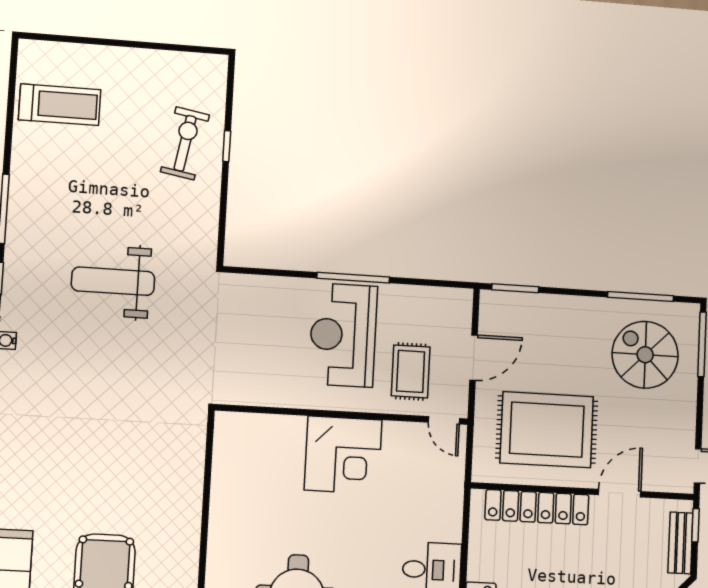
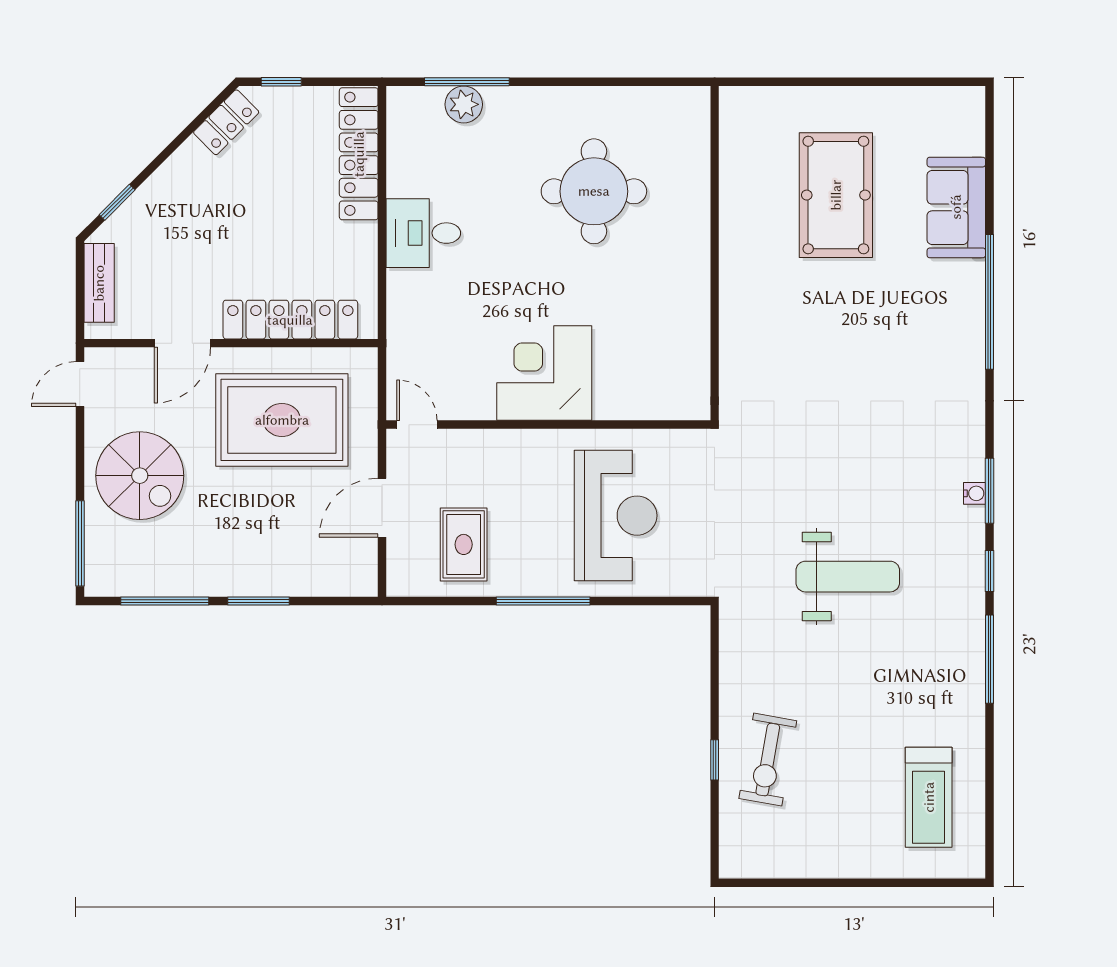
treadmill: (60, 105) -> (929, 797), turned -90
window: (515, 288) -> (259, 601), moved
reception desk: (343, 335) -> (616, 516), moved
spiral stairs: (645, 355) -> (140, 476), moved
rug: (411, 371) -> (464, 544), moved
window: (695, 525) -> (80, 307), removed

